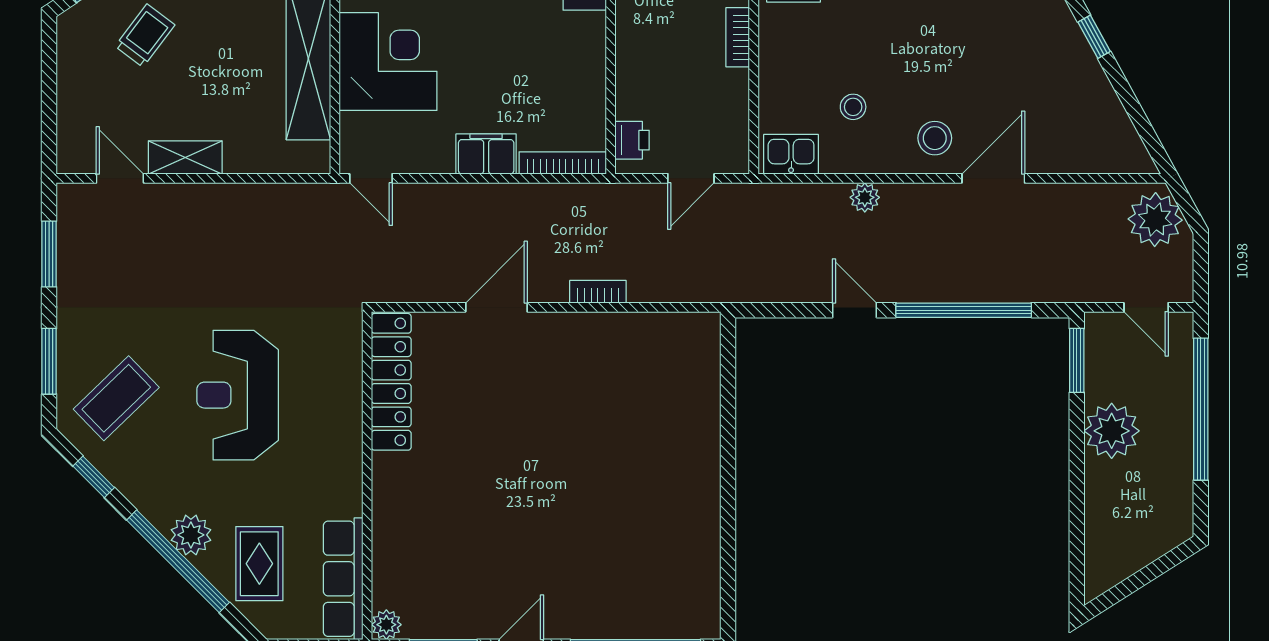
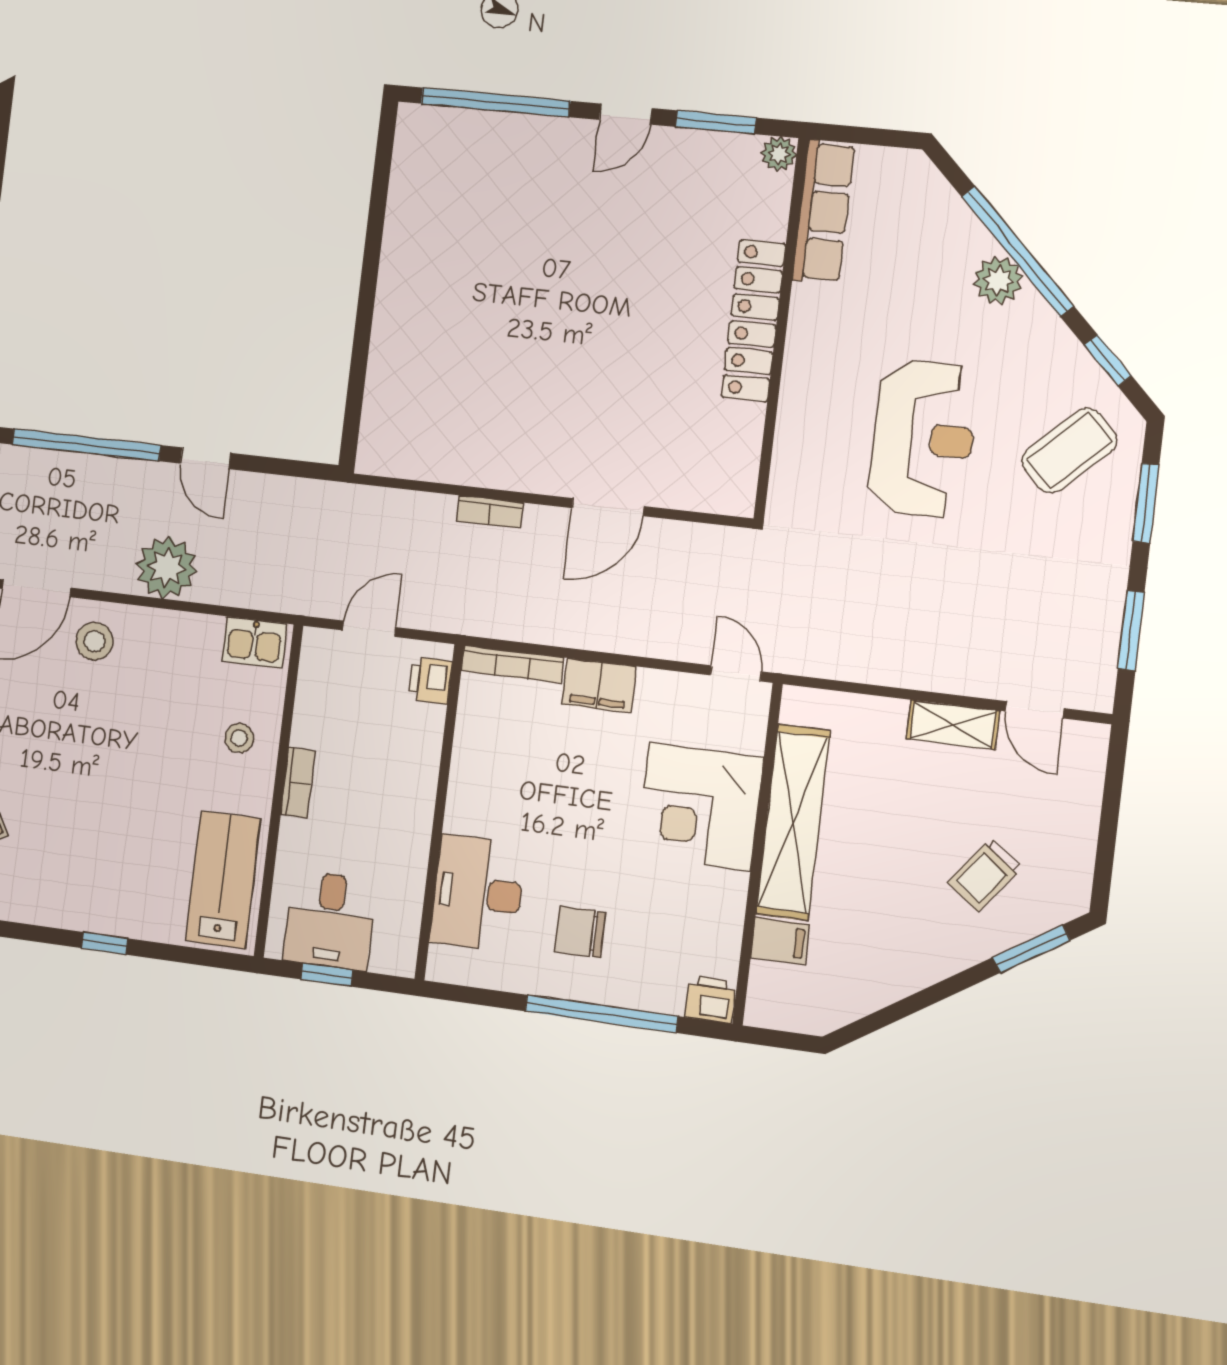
stool: (853, 107) -> (239, 738), moved
plant: (865, 197) -> (167, 568), width x1.87, depth x1.87
locker: (391, 382) -> (754, 320), moved
rug: (259, 564) -> (920, 239), removed

